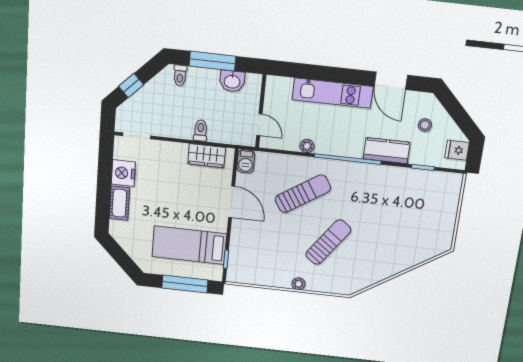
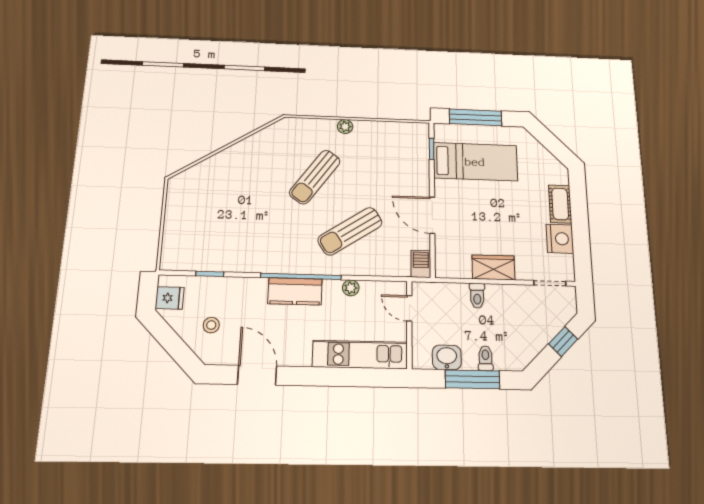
toilet: (180, 75) -> (485, 358), moved
kitchen unit: (333, 93) -> (360, 354), moved
kitchen counter: (387, 151) -> (295, 291), moved
wardrobe: (207, 156) -> (493, 267), moved

